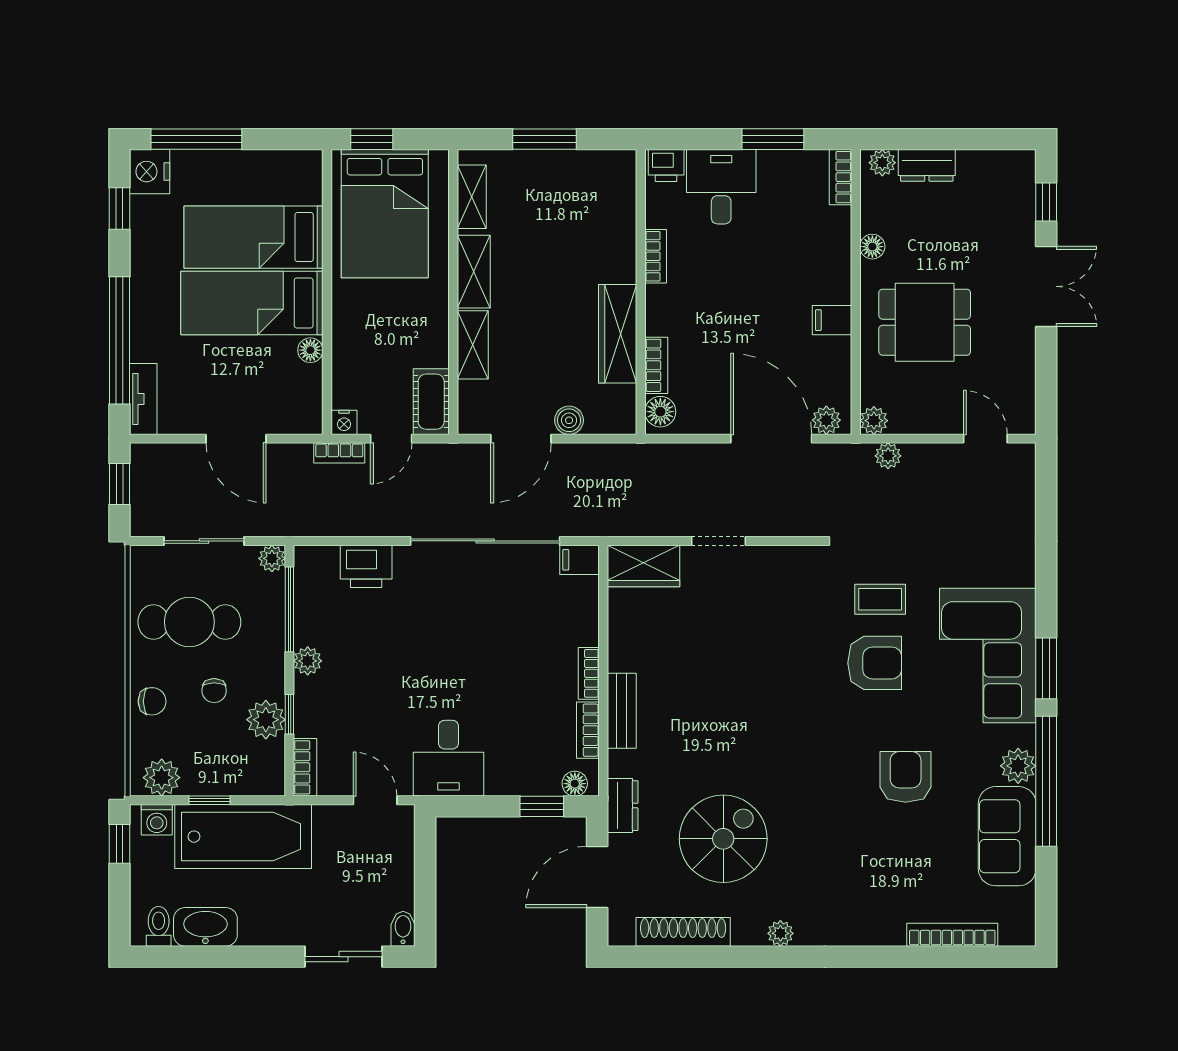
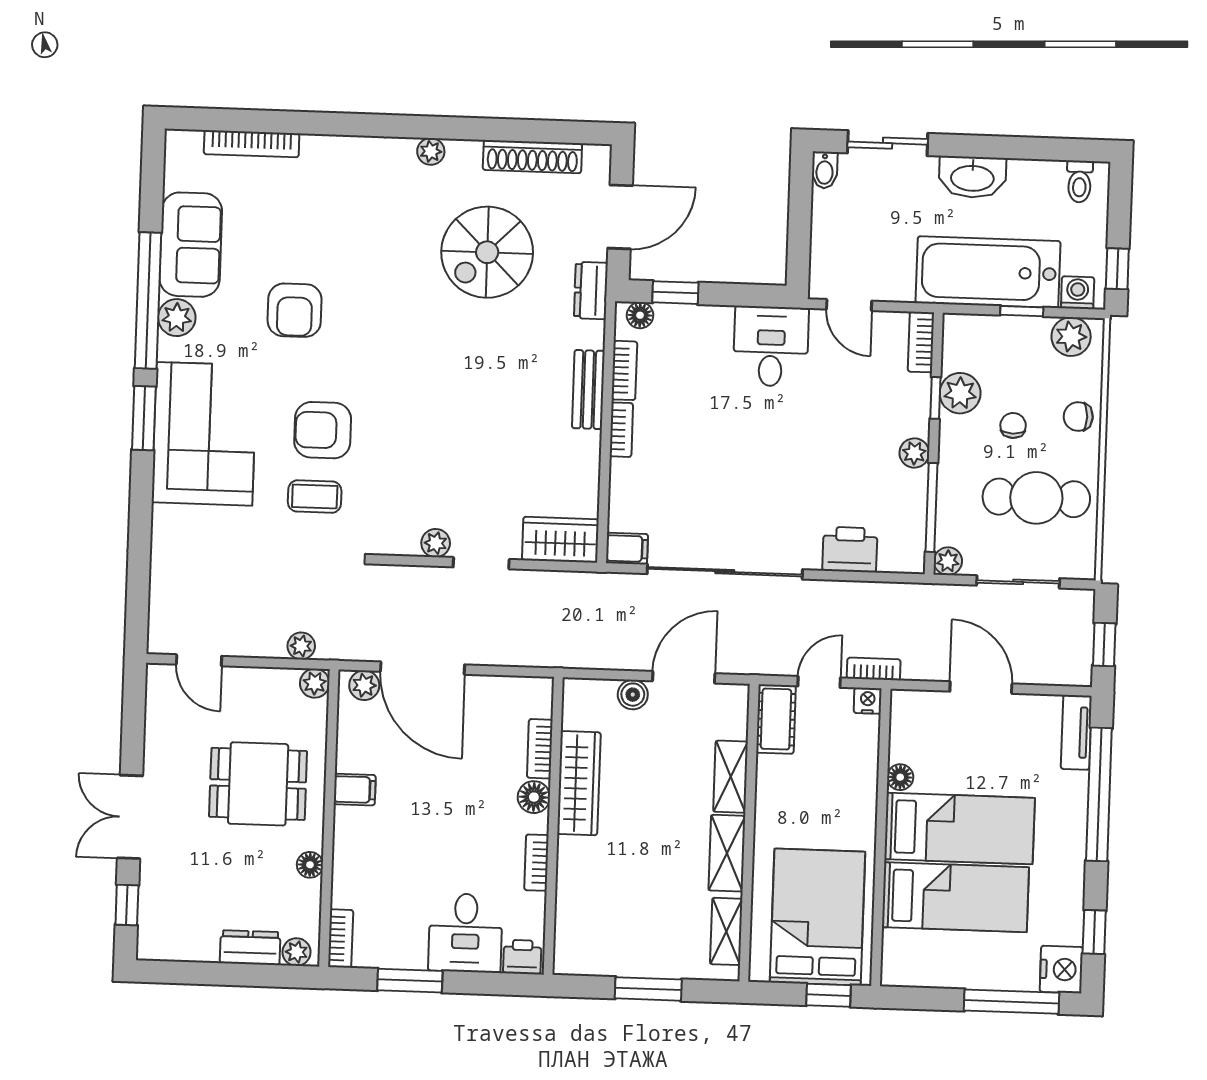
floor lamp: (660, 412) -> (534, 797), moved
plant: (763, 559) -> (436, 543), added
washbasin: (205, 927) -> (972, 177), moved

